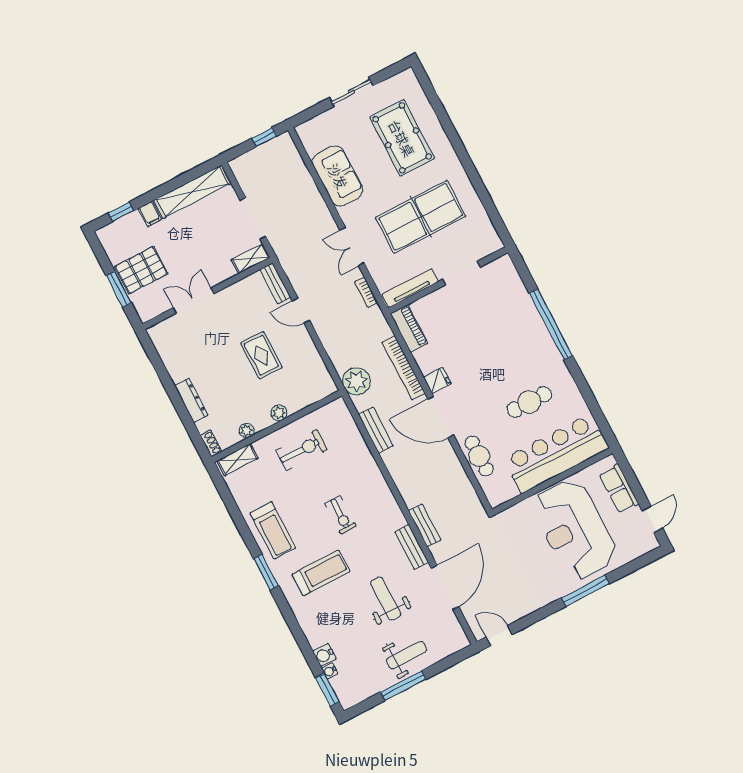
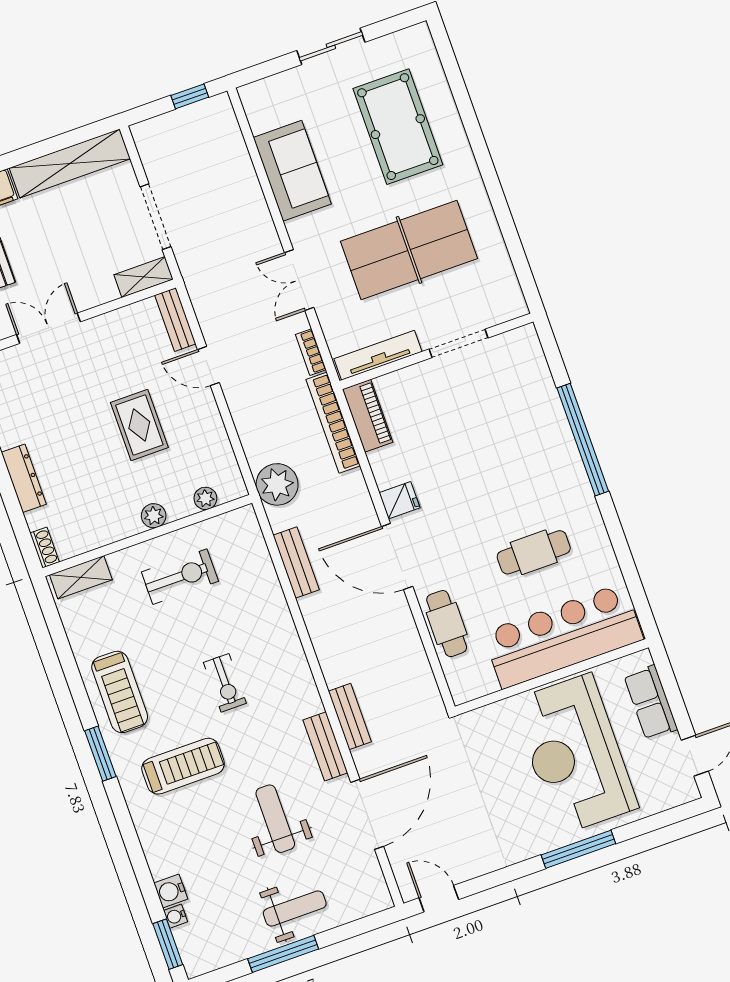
bookcase: (404, 368) -> (333, 423), moved
plant: (247, 430) -> (205, 498), moved

